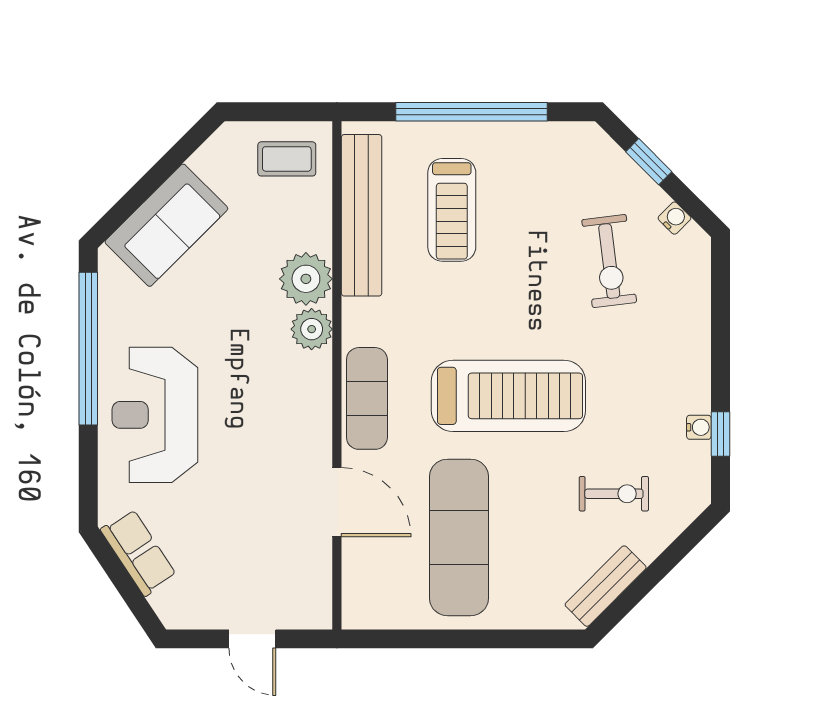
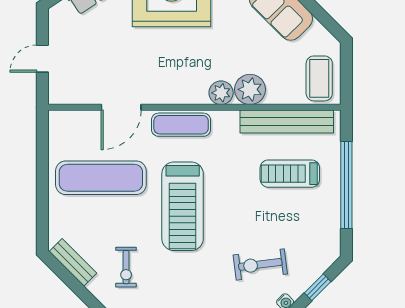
coffee table: (287, 159) -> (319, 78), width x1.36, depth x1.30

